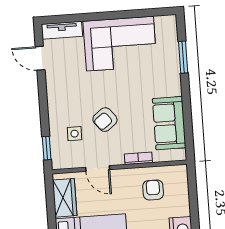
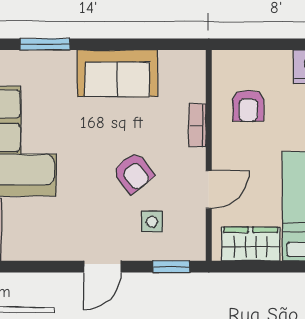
door: (40, 58) -> (103, 267), moved
sofa: (169, 123) -> (117, 73), moved
armchair: (153, 190) -> (248, 106), turned -90

